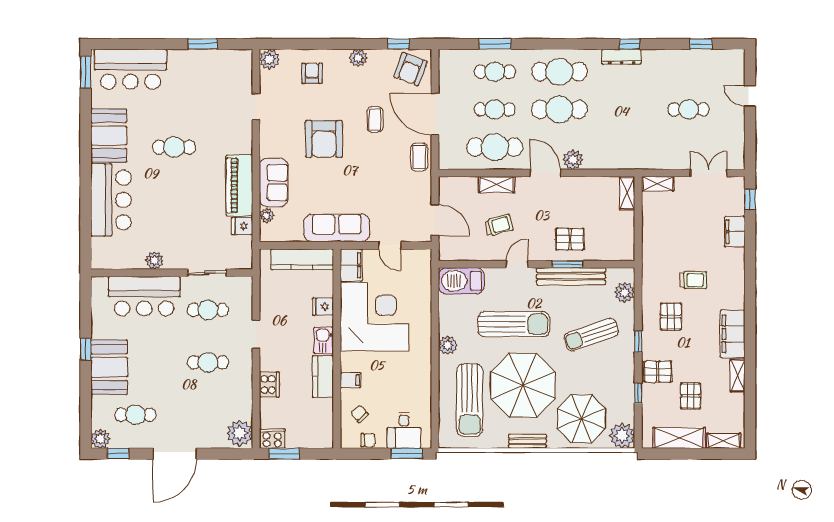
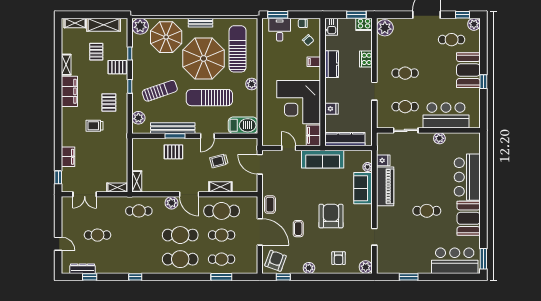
dresser: (622, 57) -> (83, 269), moved
cafe table: (624, 147) -> (139, 211), added
kitchen sink: (324, 340) -> (331, 27), moved

